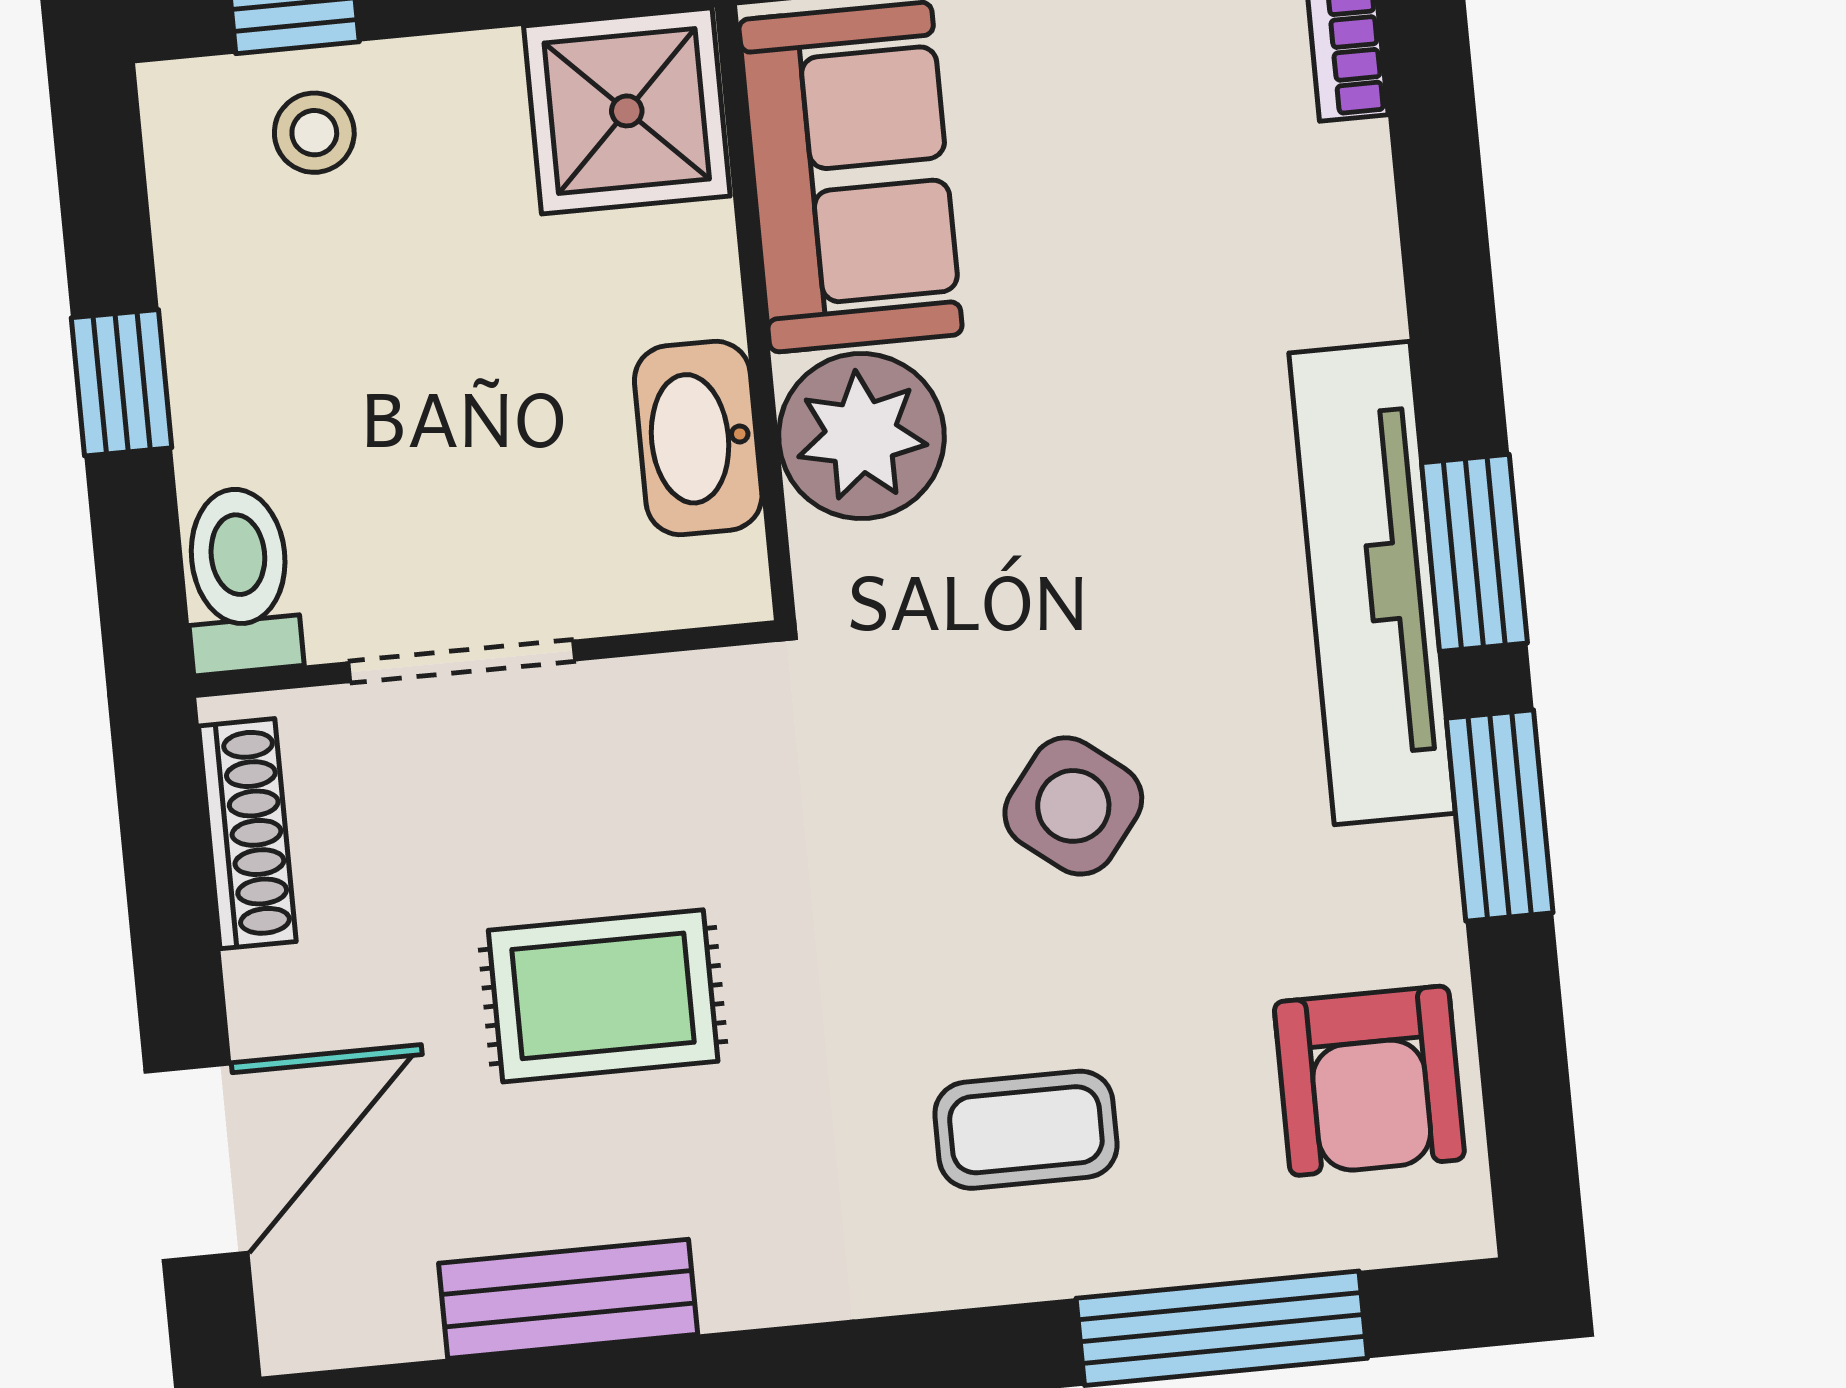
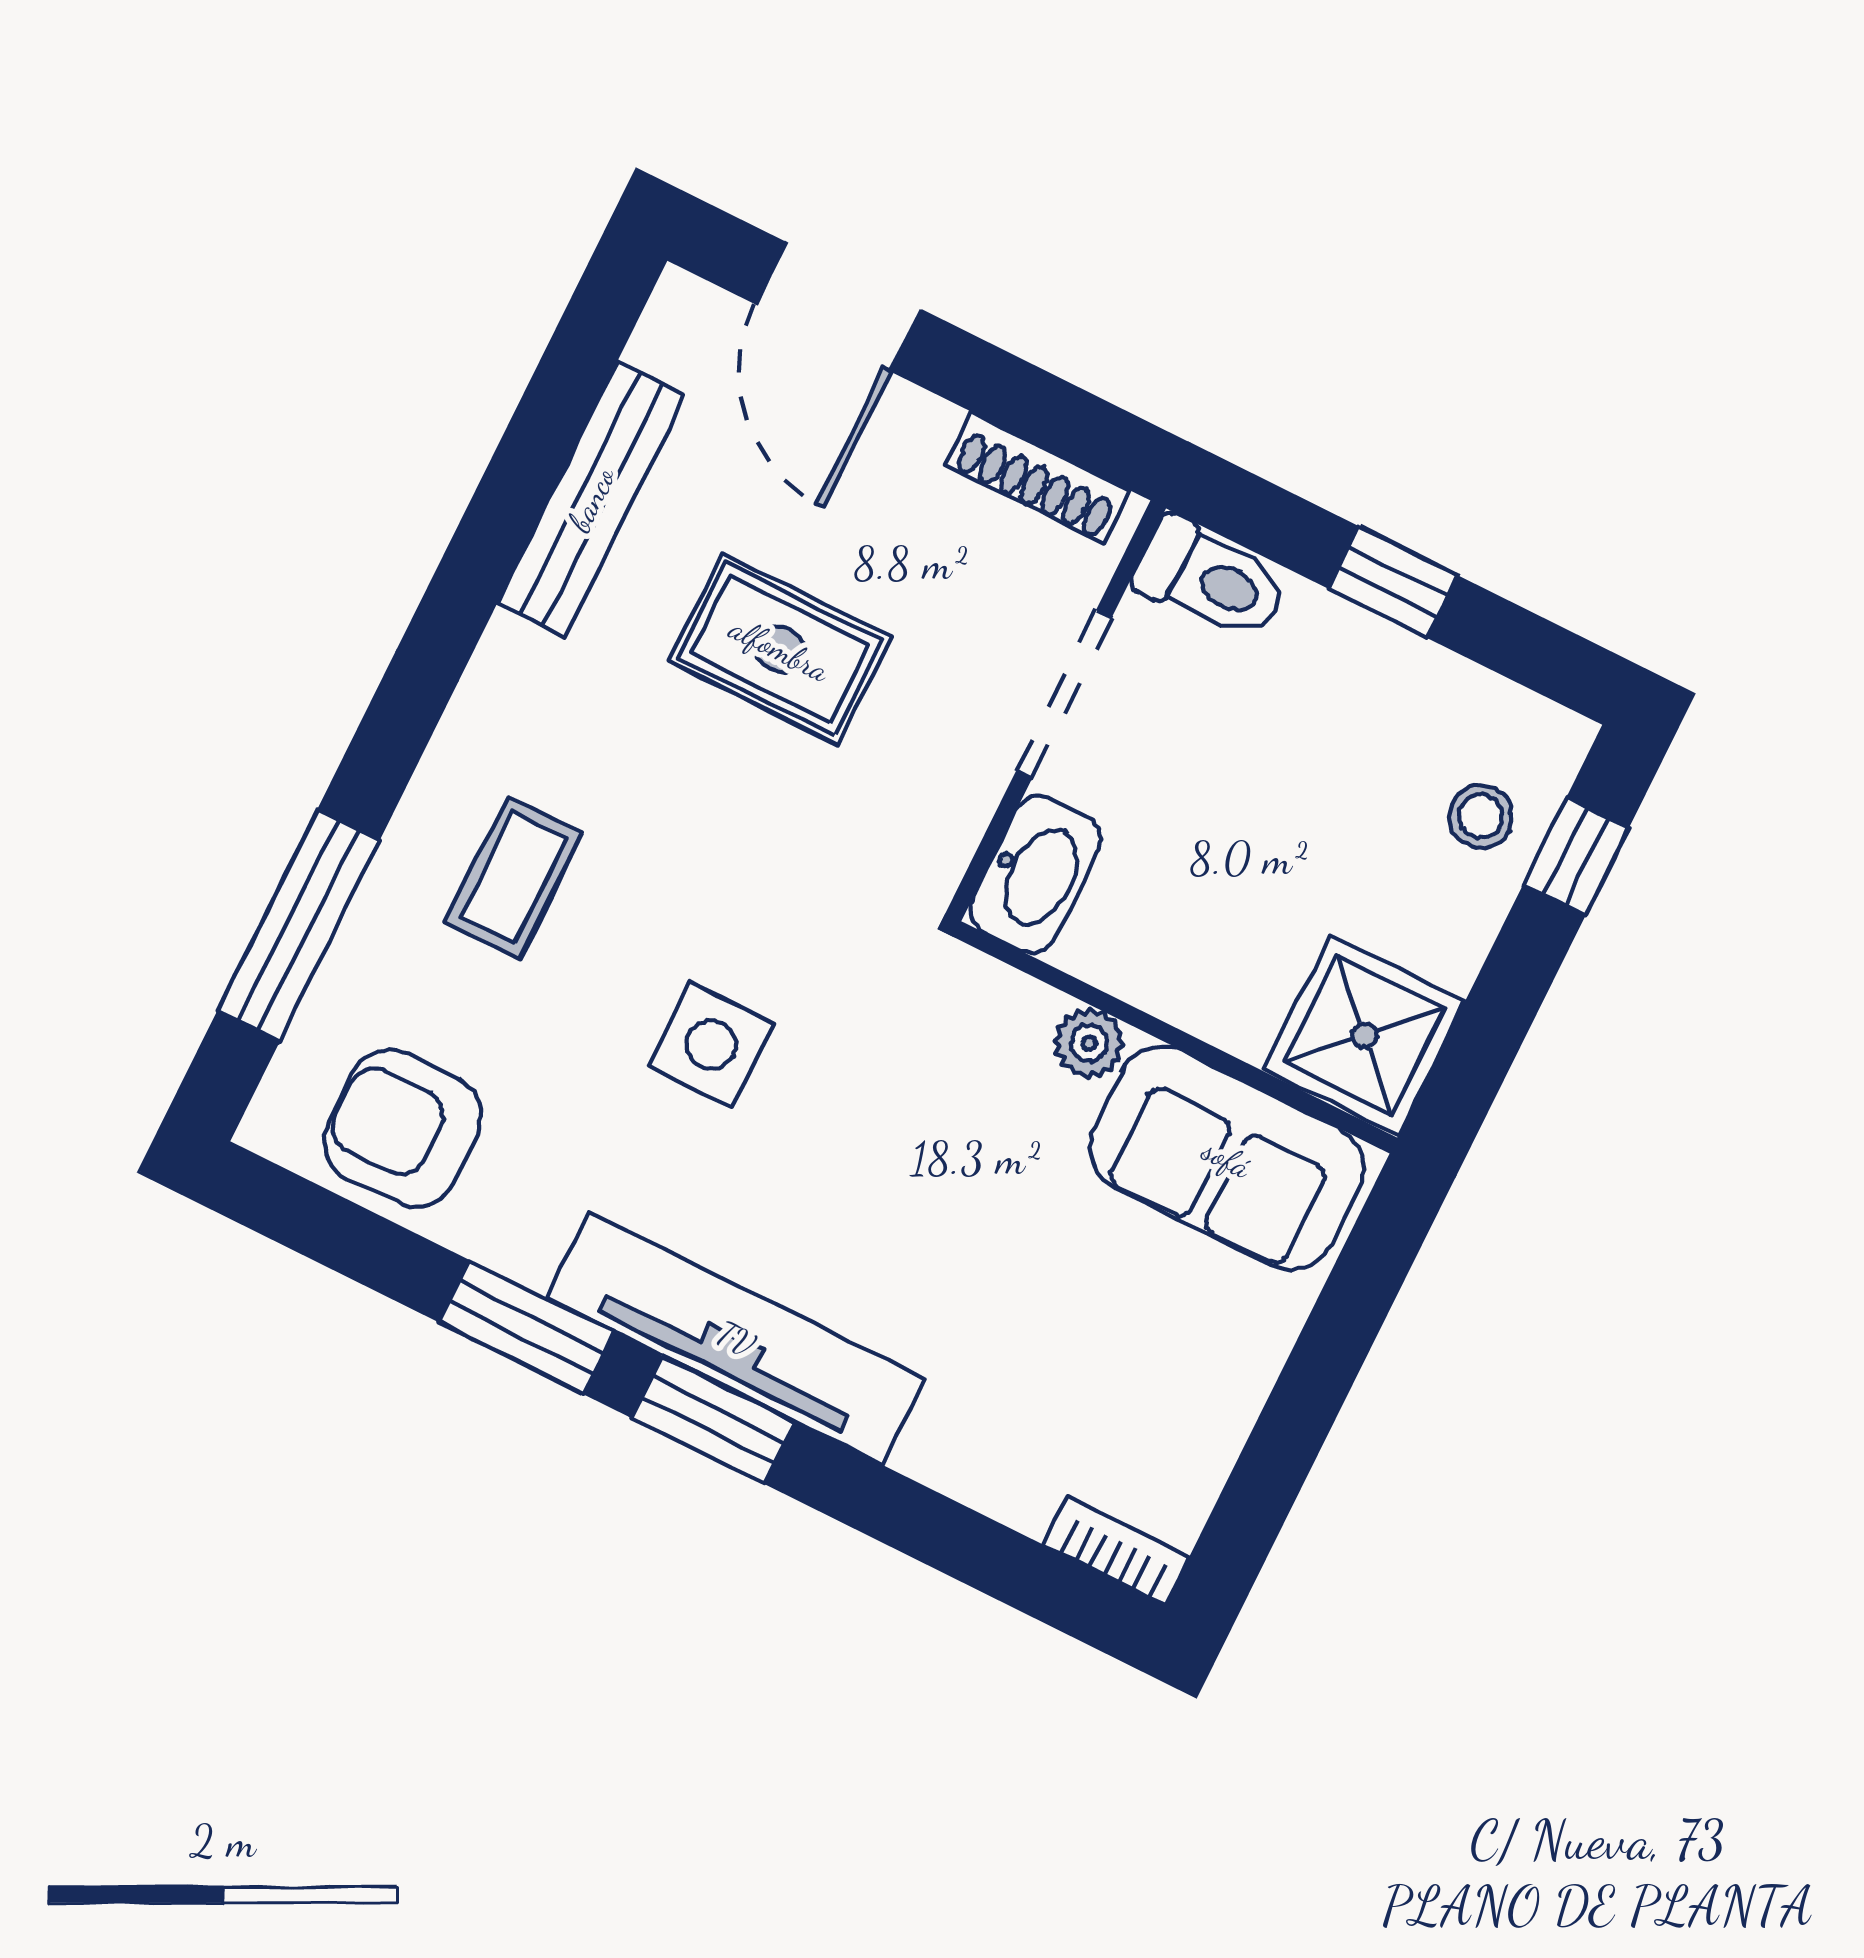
plant: (861, 436) -> (1089, 1043), width x0.53, depth x0.53
washbasin: (698, 438) -> (1036, 874), moved, turned 90
side table: (1073, 806) -> (711, 1045), turned -38
rug: (603, 996) -> (780, 649), turned 90
bench: (568, 1299) -> (591, 499), width x1.36

